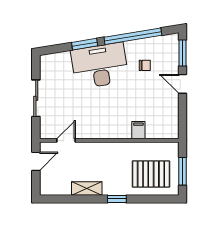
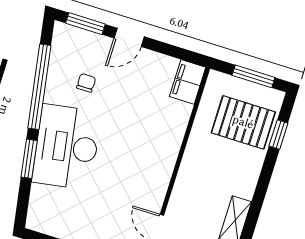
filing cabinet: (138, 130) -> (188, 82), moved, width x2.00
pallet: (151, 174) -> (243, 122), turned 90
window: (117, 199) -> (278, 135), moved

